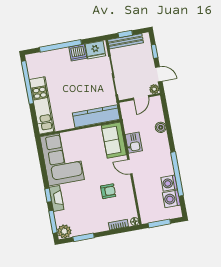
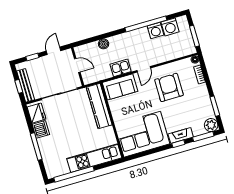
window: (60, 46) -> (36, 146), width x0.68
plant: (154, 89) -> (68, 54), removed
armchair: (108, 191) -> (169, 87), width x1.88, depth x1.88

